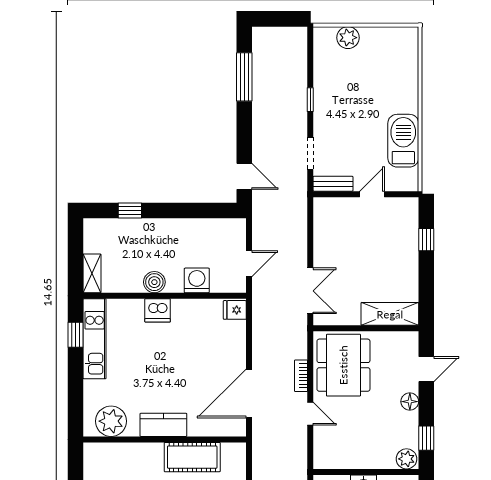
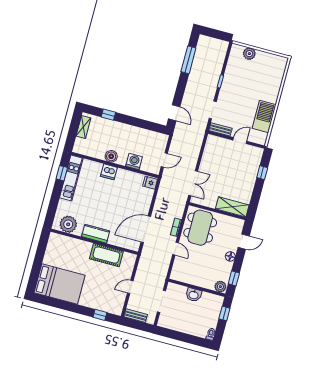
shelving: (92, 273) -> (83, 127), moved

